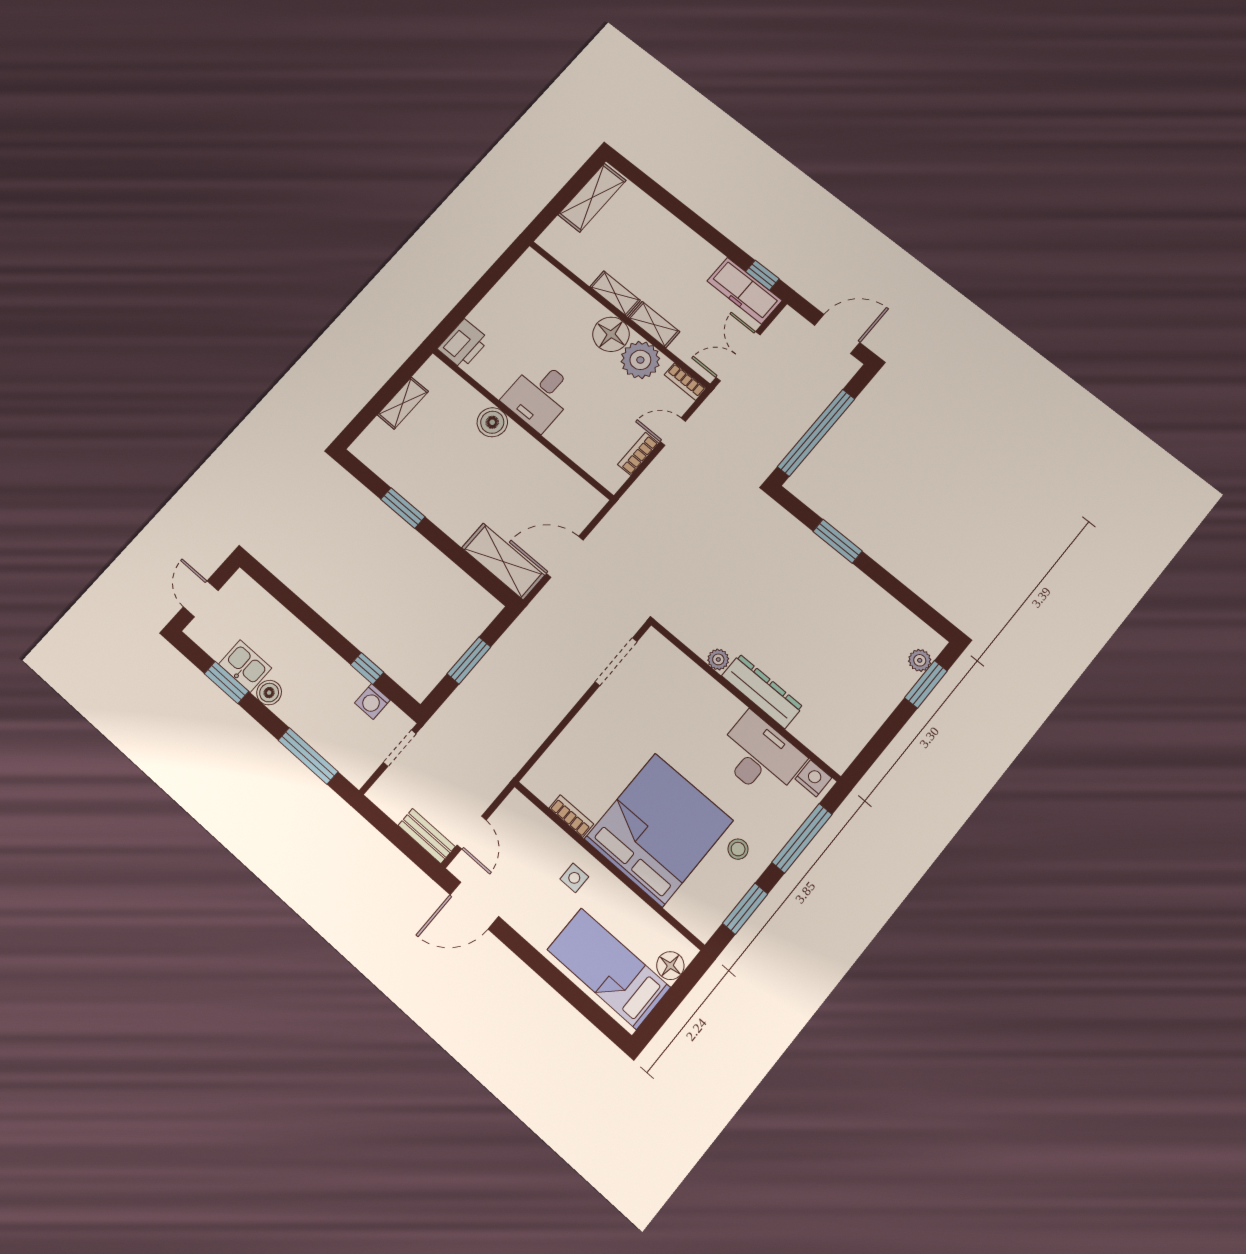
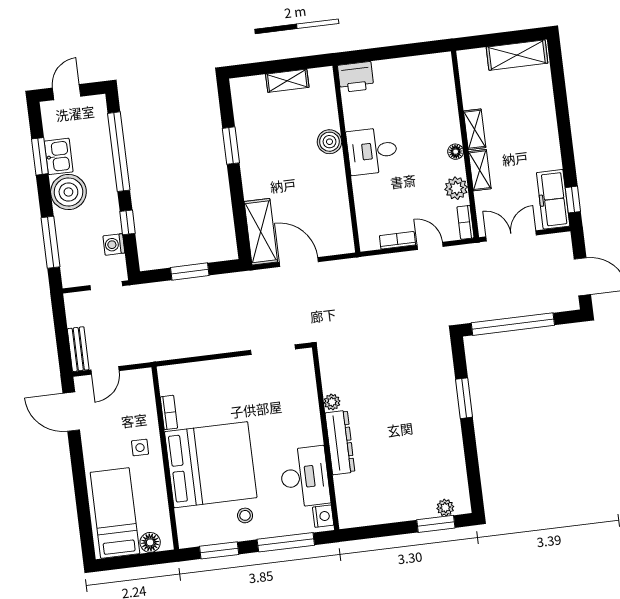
floor lamp: (611, 334) -> (456, 152), width x0.53, depth x0.53
plant: (640, 360) -> (456, 188), width x0.73, depth x0.73
window: (300, 609) -> (119, 152), added
boiler: (269, 693) -> (68, 192), width x1.86, depth x1.86

